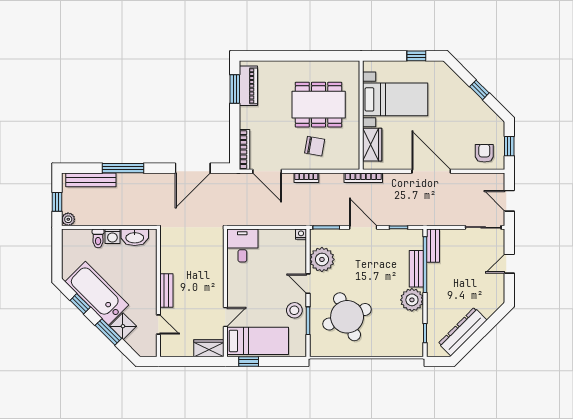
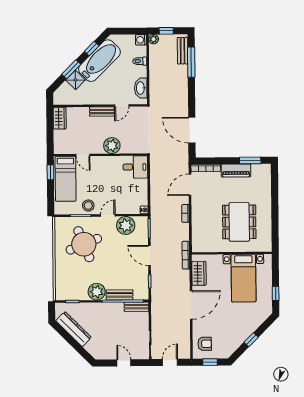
piano: (248, 86) -> (236, 171), moved
wardrobe: (372, 145) -> (199, 273), moved, turned -90
chair: (315, 146) -> (209, 219), removed
window: (123, 168) -> (191, 62), moved
bench: (91, 180) -> (183, 51), width x0.73
door: (363, 227) -> (149, 255), swing flipped
washing machine: (112, 236) -> (141, 40), moved
plant: (213, 277) -> (112, 146), added
door: (158, 325) -> (122, 106), moved
wardrobe: (209, 348) -> (60, 118), moved

